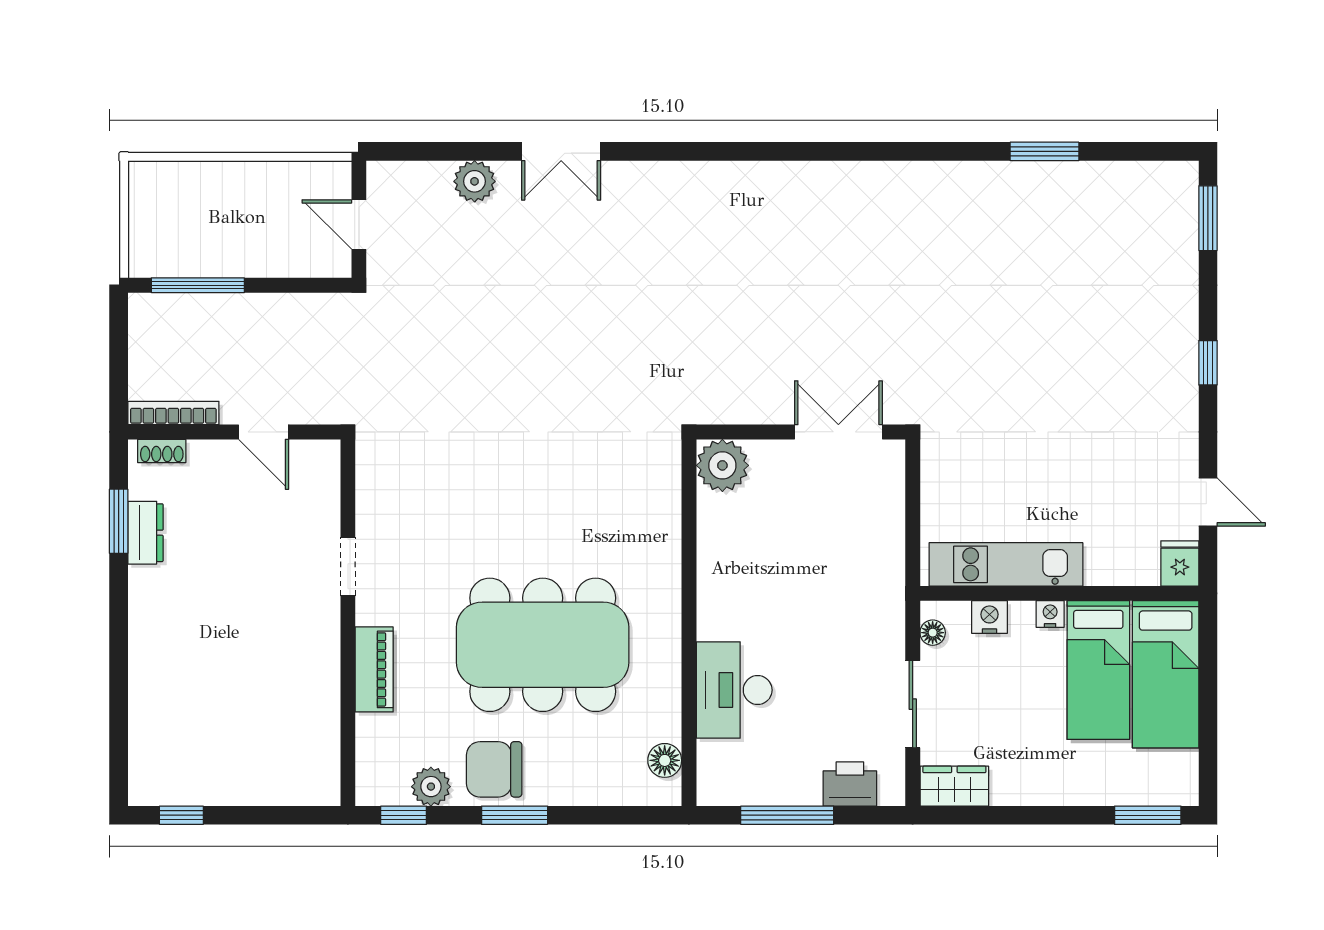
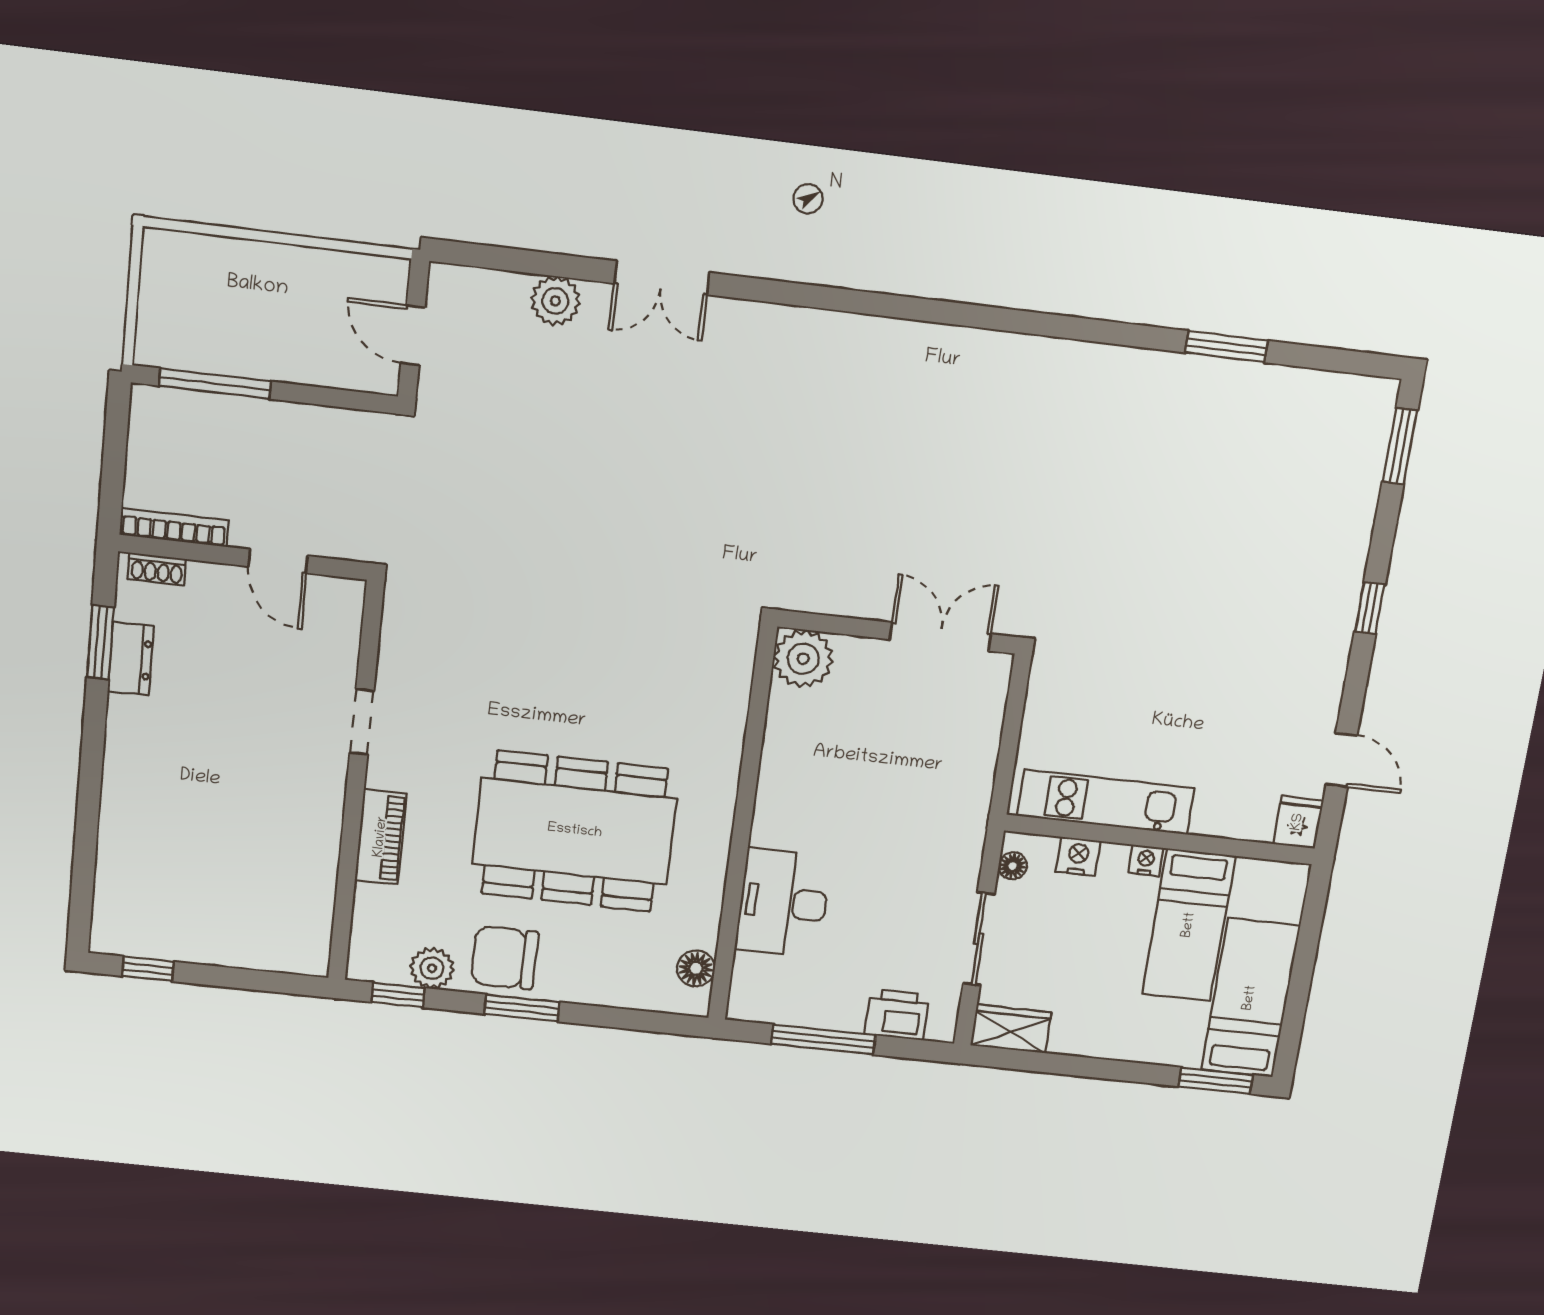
bed: (1166, 674) -> (1250, 998), moved, turned 180

